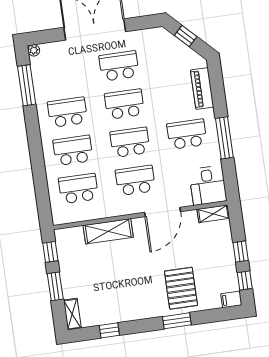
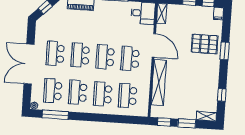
school desk: (187, 134) -> (53, 91), moved
shelving: (108, 231) -> (159, 82), width x1.47

